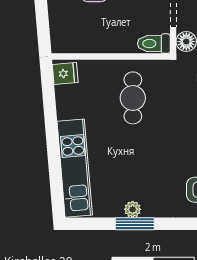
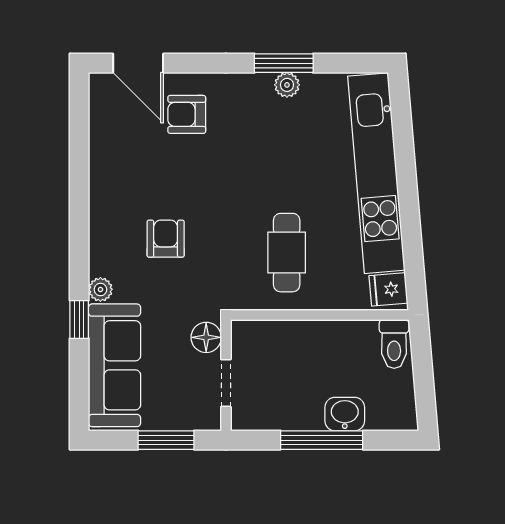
toilet: (154, 44) -> (394, 344), moved, turned 90
kitchen unit: (75, 168) -> (376, 173), width x1.36

